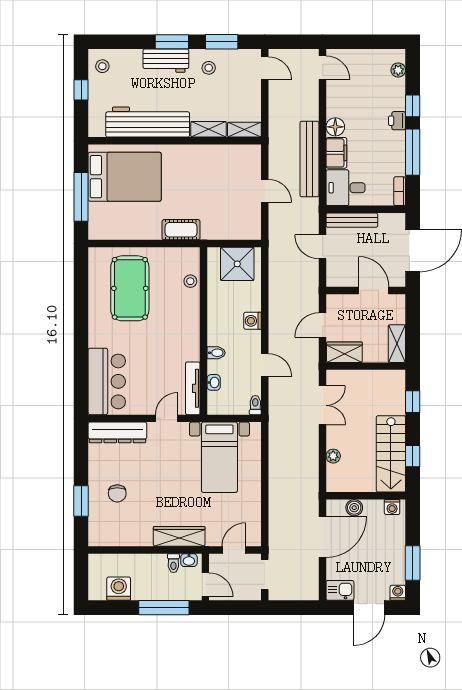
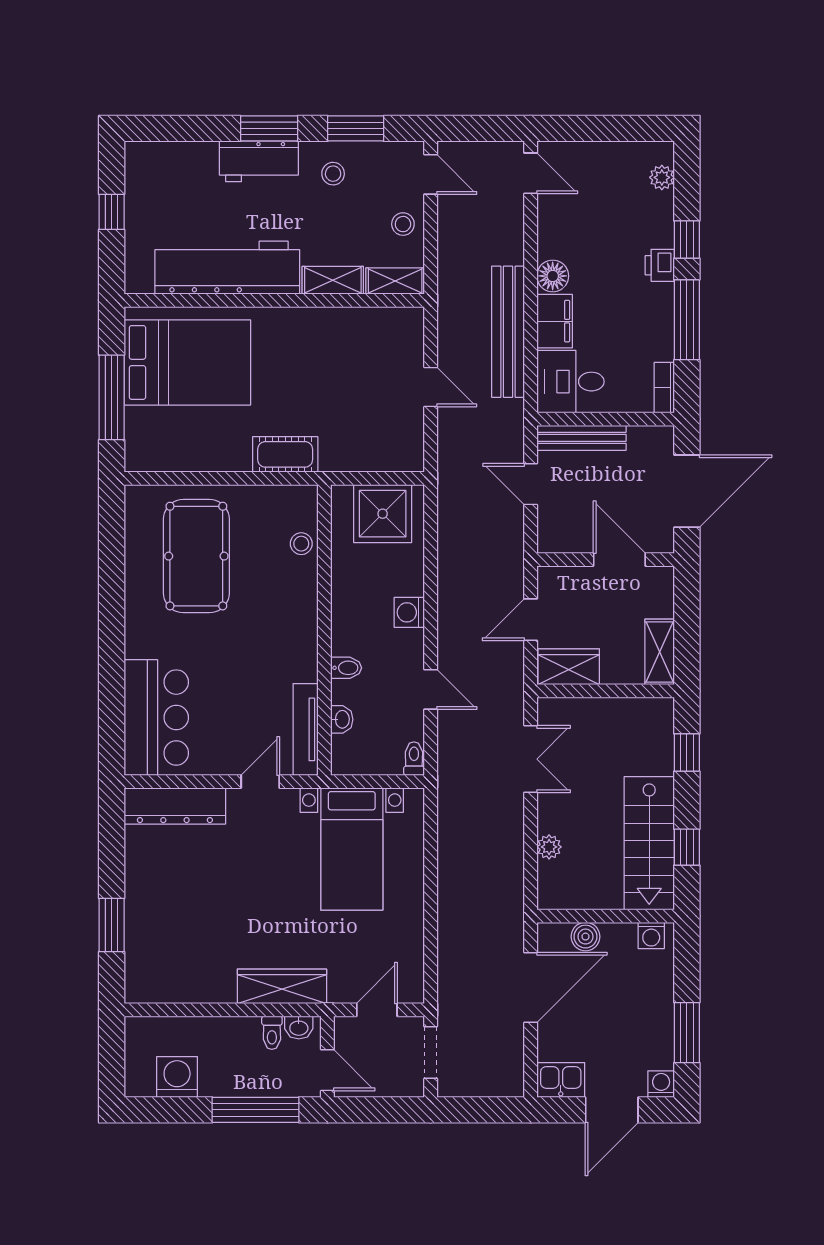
stool: (102, 66) -> (403, 224), moved
chair: (117, 493) -> (174, 912), removed

